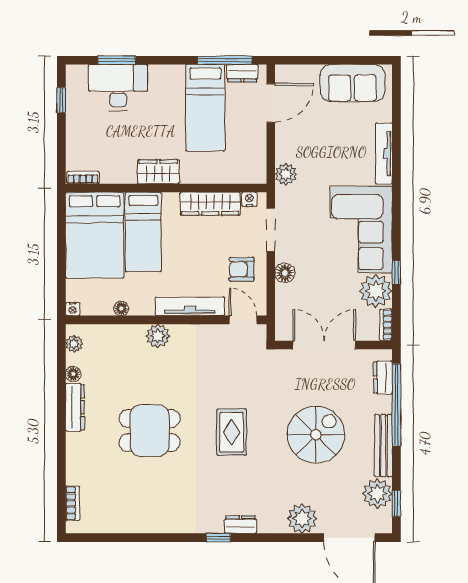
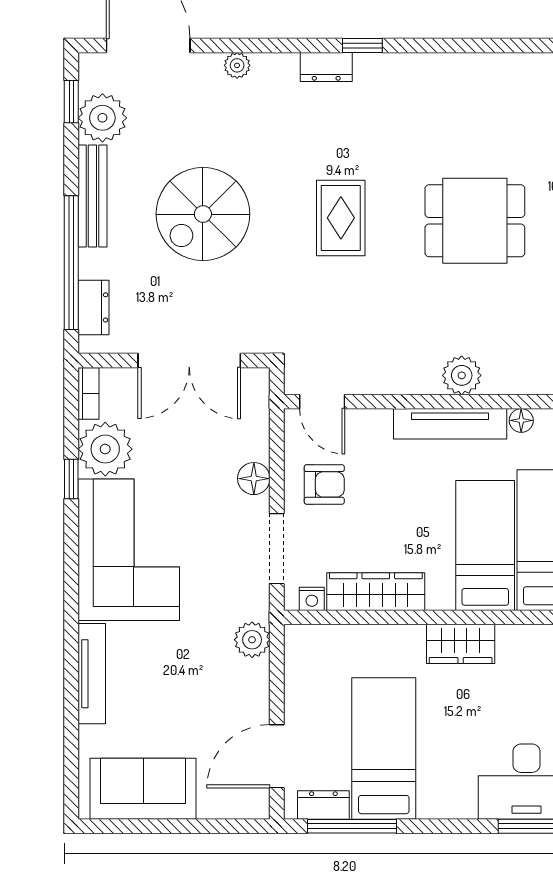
tv unit: (190, 306) -> (450, 424), moved
plant: (302, 519) -> (237, 65), width x0.53, depth x0.53

